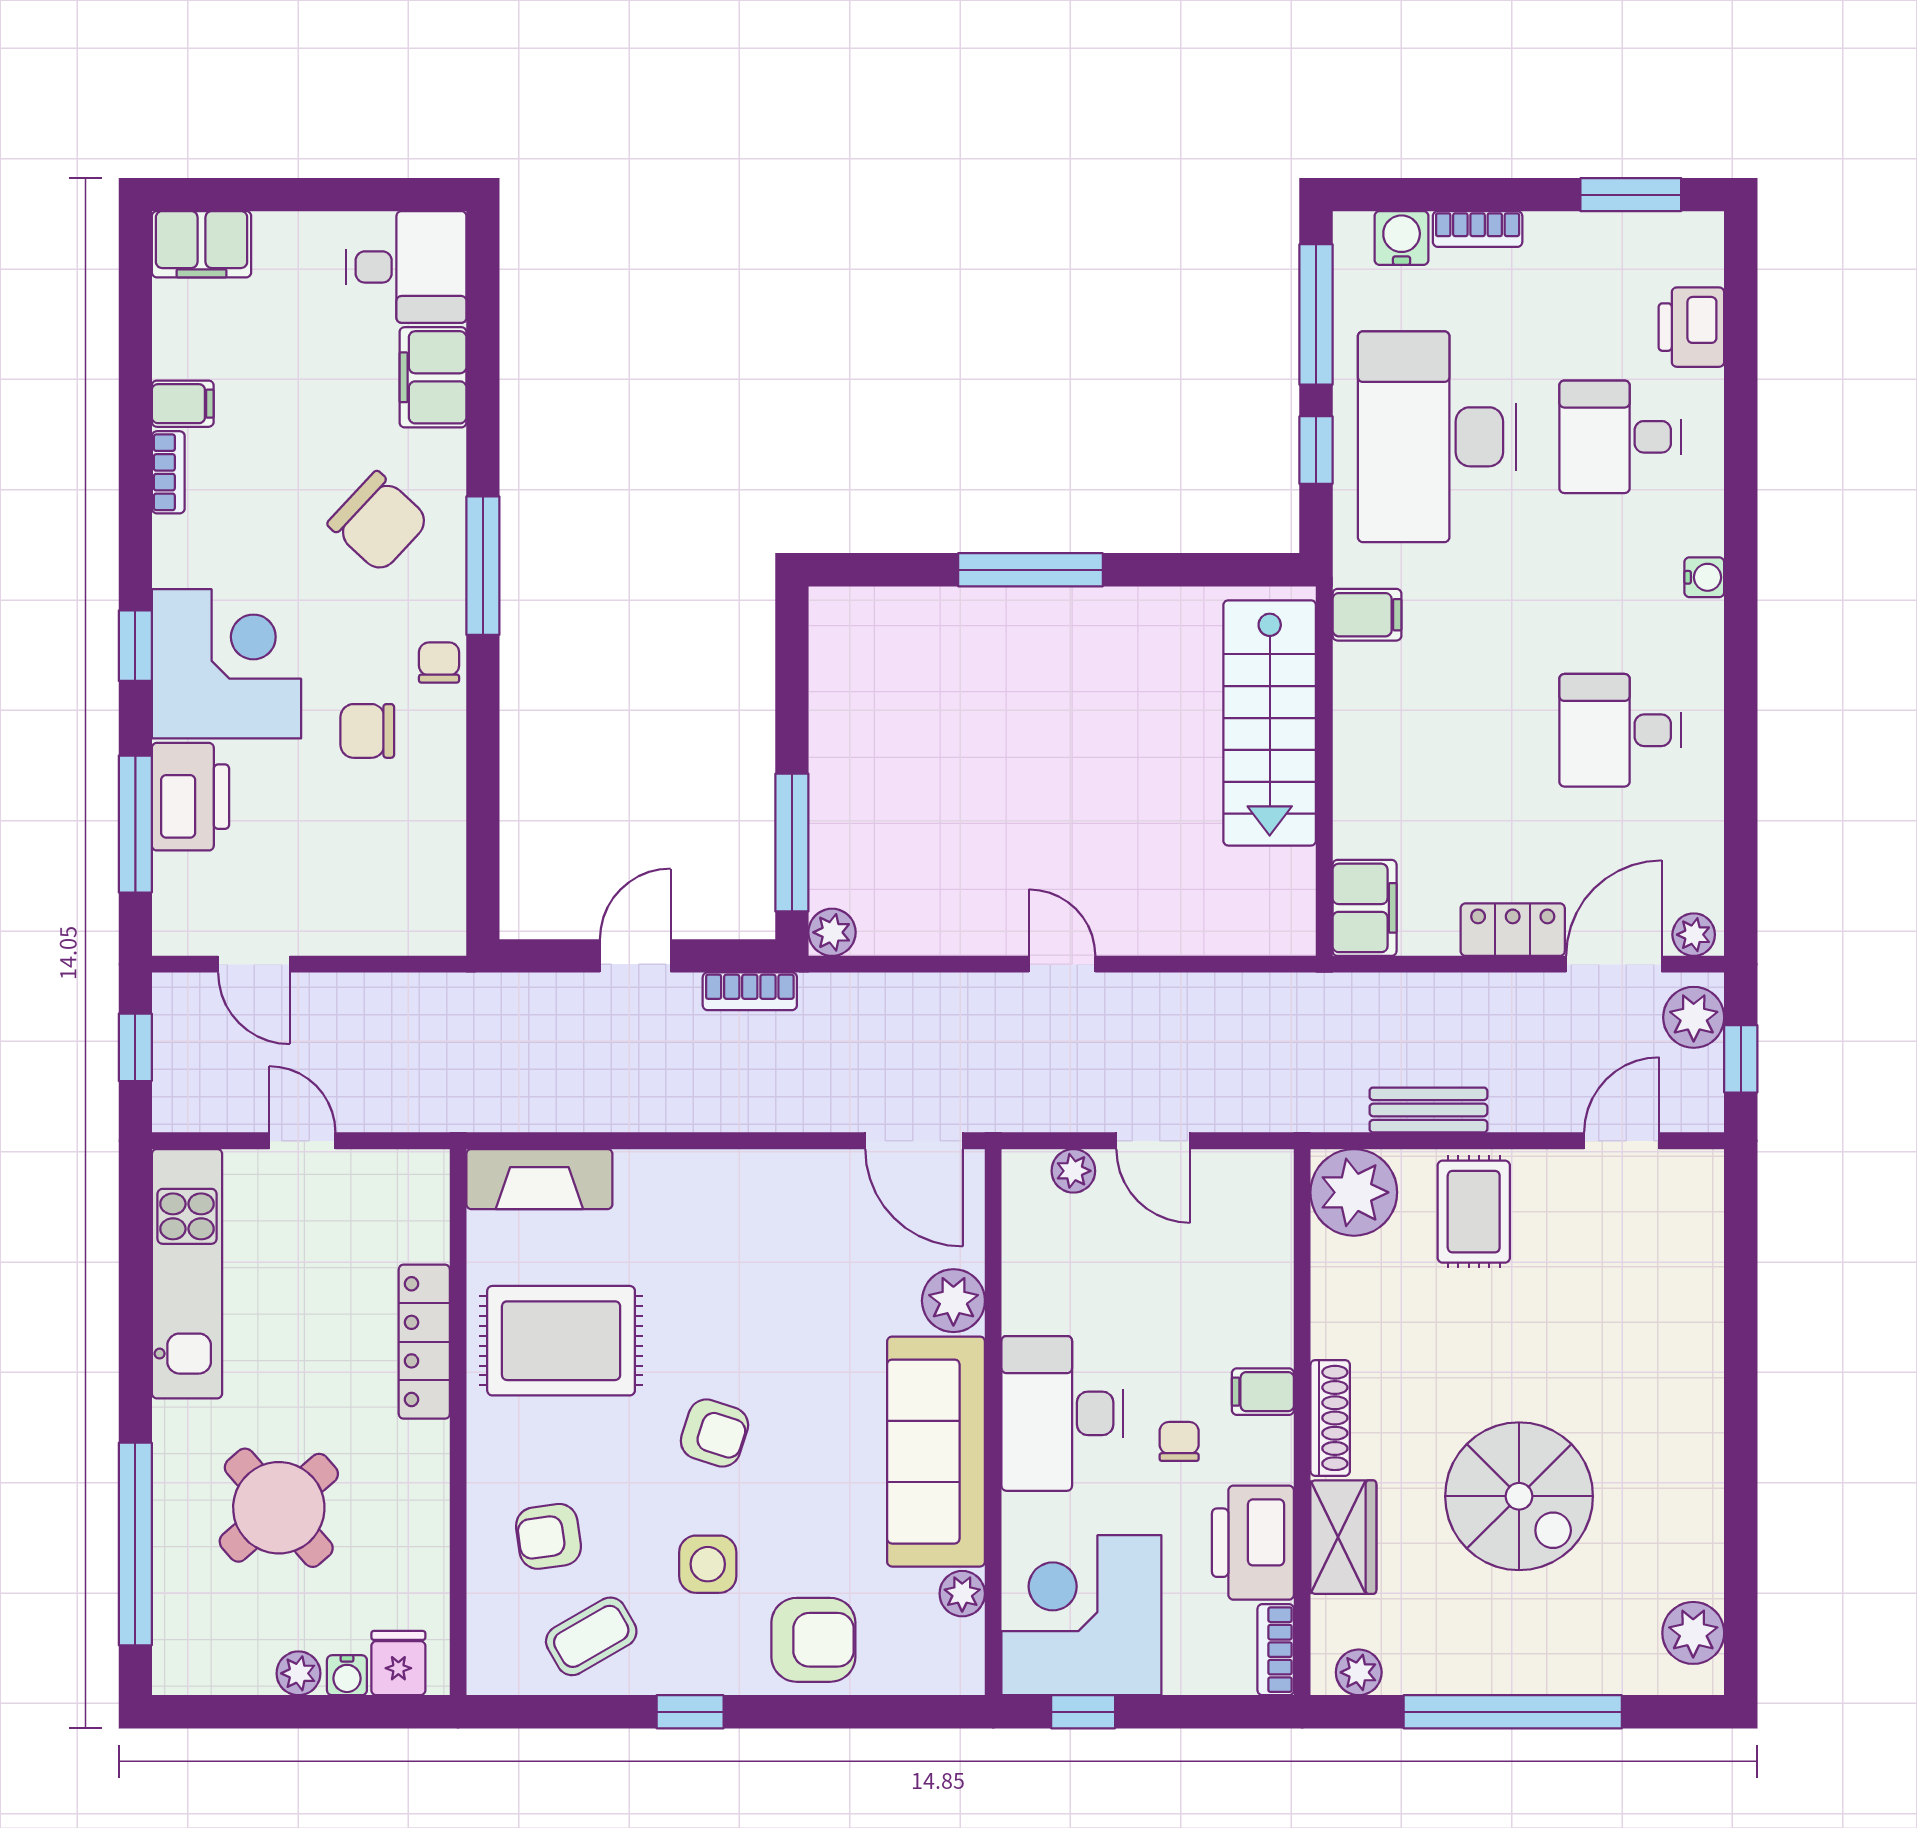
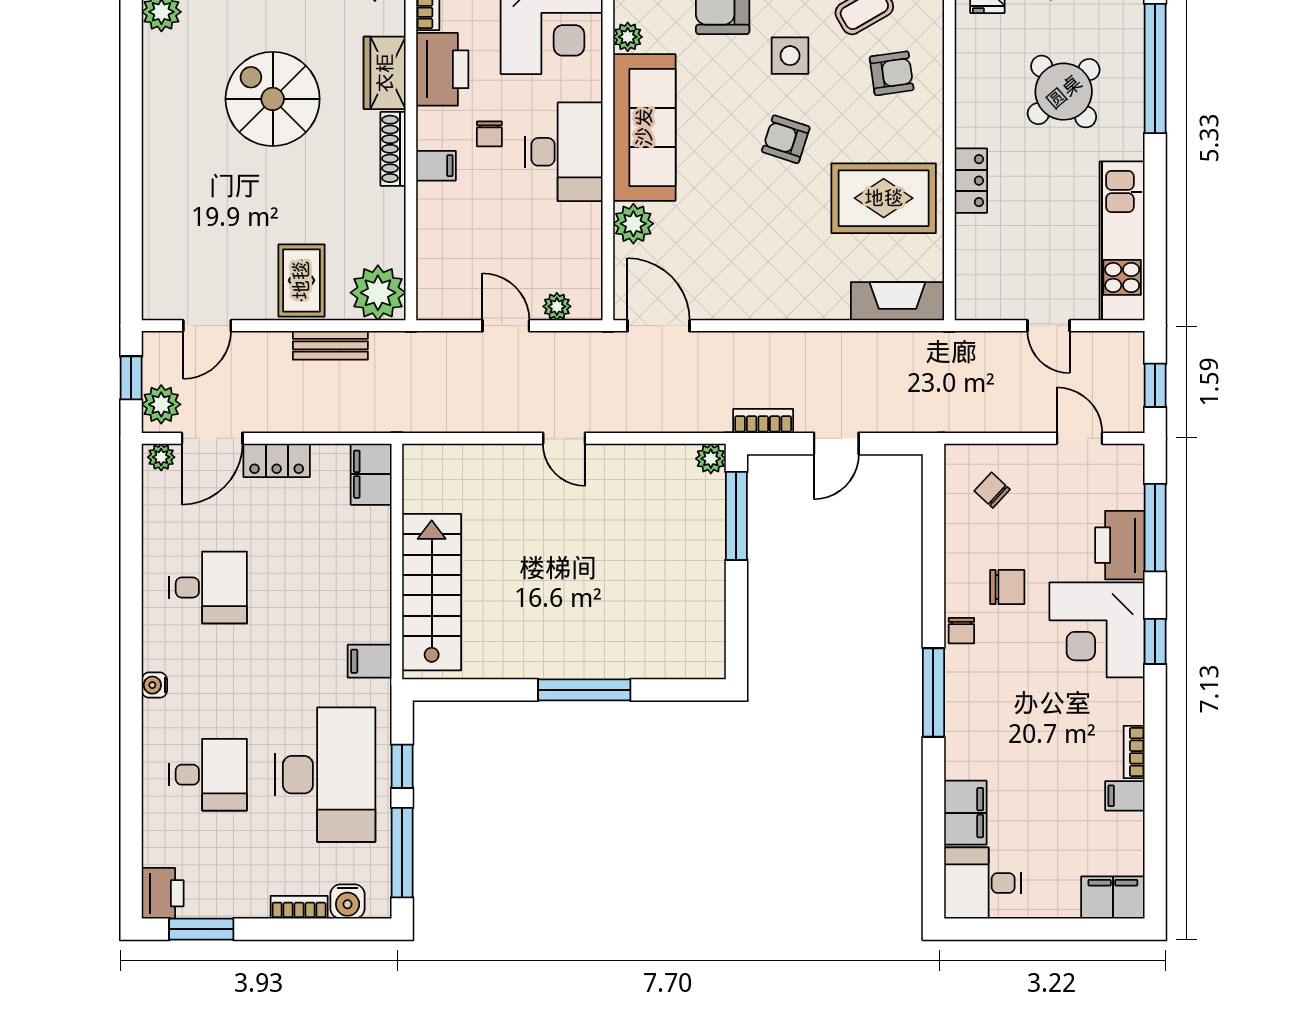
printer: (1691, 327) -> (163, 893), moved
chair: (379, 522) -> (992, 490), moved, width x0.54, depth x0.54
locker: (424, 1342) -> (971, 181), width x0.66

